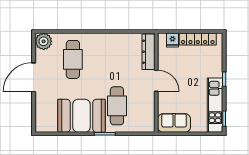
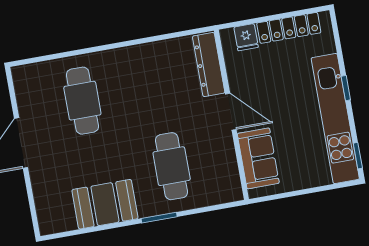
plant: (44, 41) -> (27, 79), removed
kitchen unit: (215, 105) -> (335, 119), width x1.36
booth: (81, 116) -> (105, 204), width x0.73, depth x0.70
sofa: (174, 123) -> (258, 158), moved, turned 90

